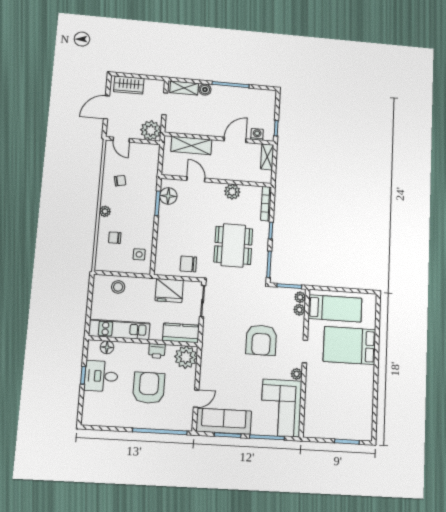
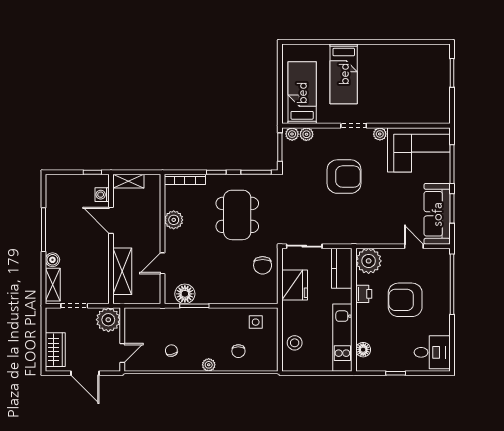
dining table: (233, 245) -> (237, 215), turned 90
bed: (350, 345) -> (344, 74), width x0.67
desk: (101, 376) -> (432, 352), moved, turned -90

